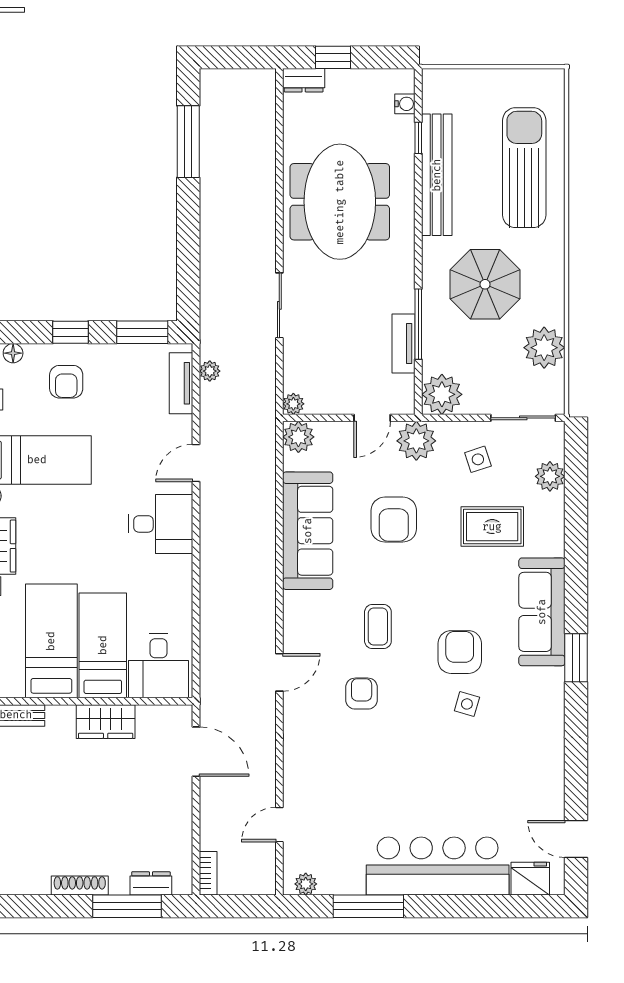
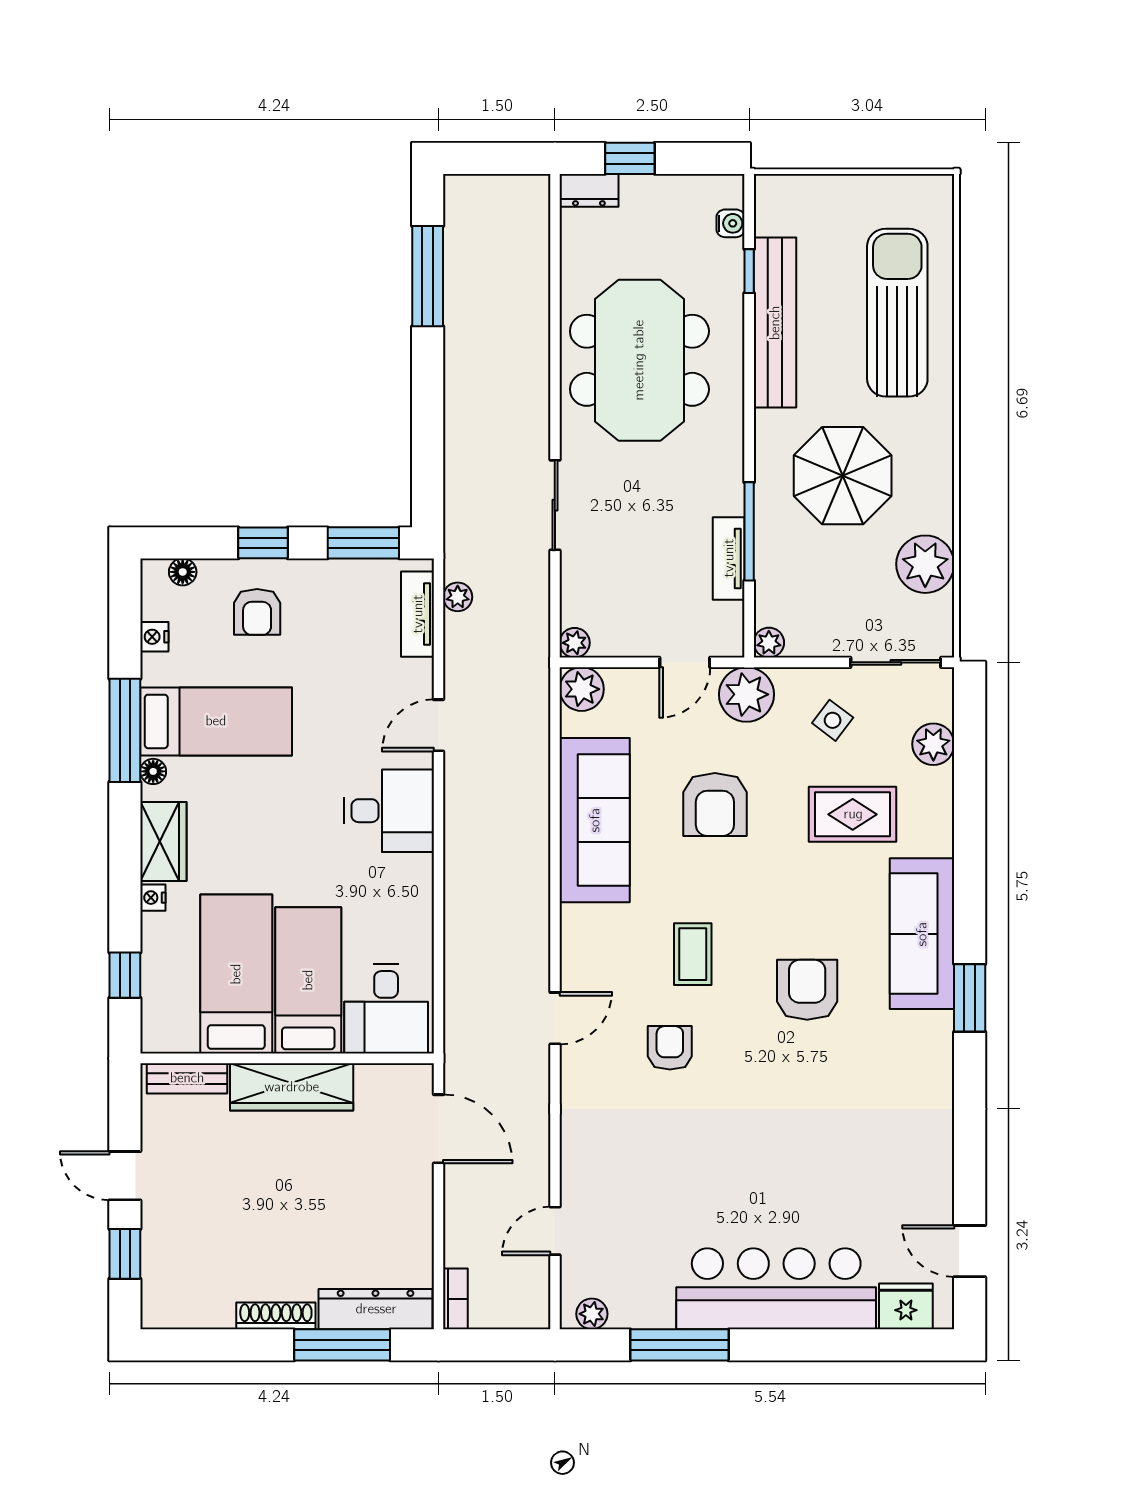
plant: (442, 394) -> (769, 643), width x0.53, depth x0.53
side table: (478, 459) -> (833, 720), turned -35
side table: (467, 704) -> (817, 1062), removed
wardrobe: (106, 722) -> (292, 1087), width x1.50
dresser: (151, 883) -> (376, 1309), width x1.96, depth x1.24

